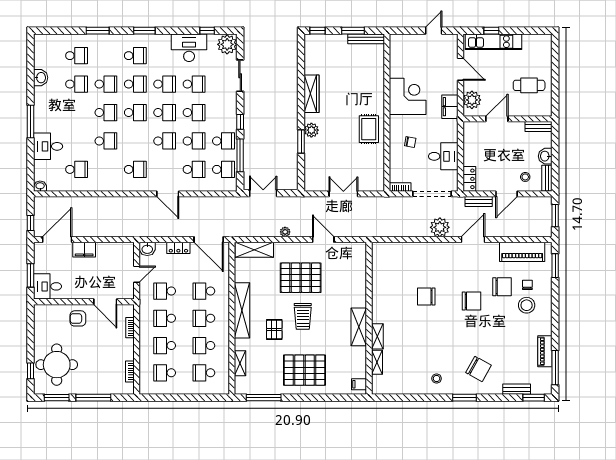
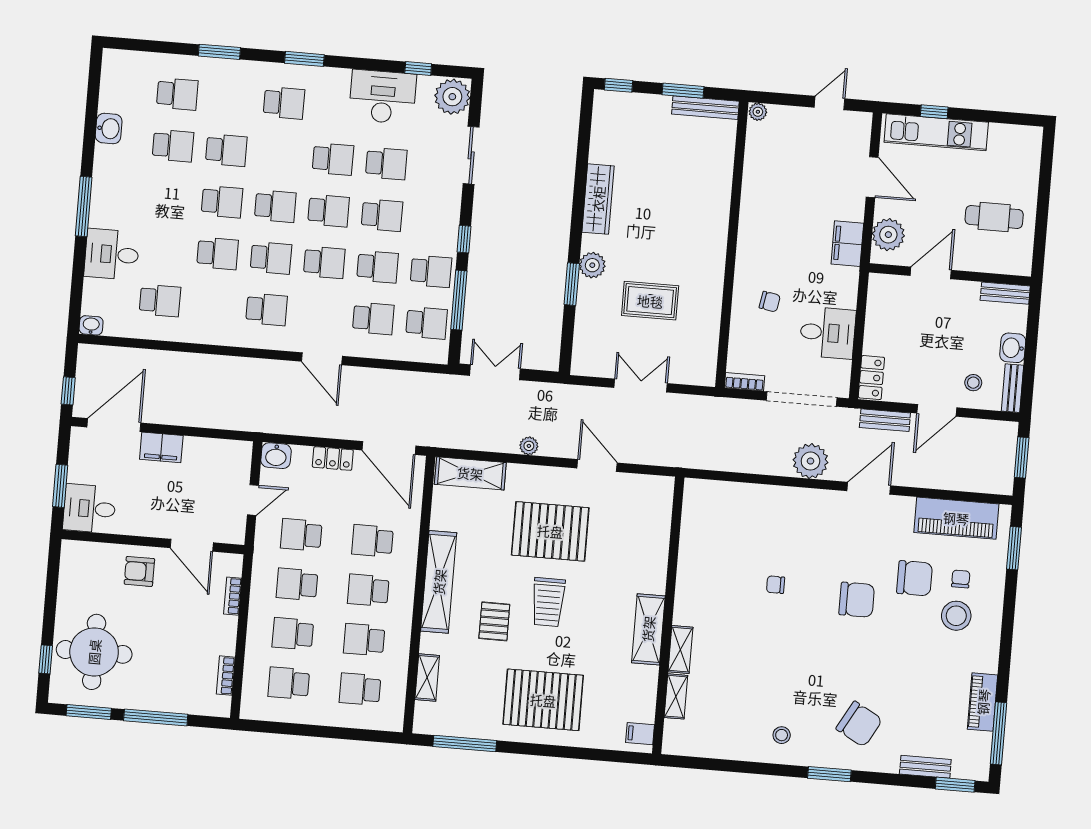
plant: (395, 39) -> (758, 112), added
school desk: (135, 84) -> (271, 258), moved
corner desk: (408, 96) -> (772, 218), removed
rug: (369, 129) -> (650, 301), moved, turned 90
chair: (426, 297) -> (776, 585), width x0.54, depth x0.54

